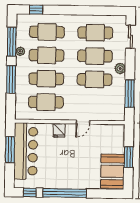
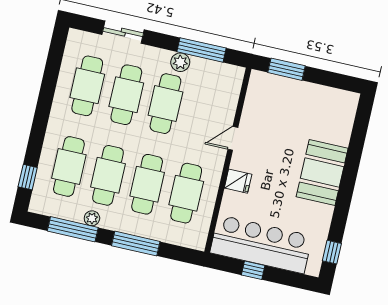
sliding door: (130, 37) -> (123, 32), moved
plant: (120, 69) -> (180, 62), moved
door: (83, 122) -> (233, 138), swing flipped
window: (10, 150) -> (253, 270), width x0.46
window: (129, 157) -> (286, 69), moved
booth: (112, 171) -> (322, 173), moved, turned 90
window: (65, 193) -> (345, 194), removed

